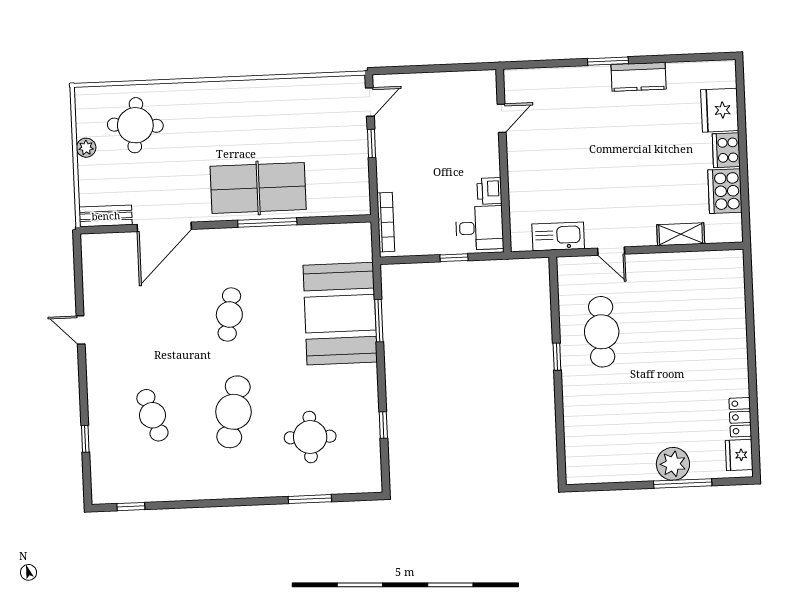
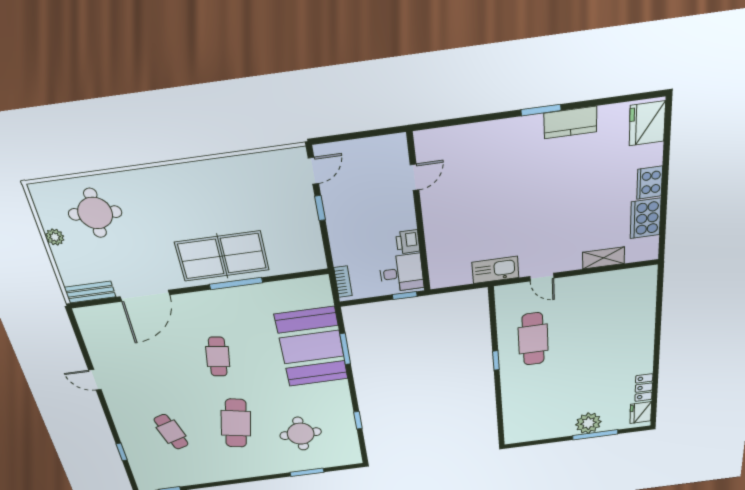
fridge: (720, 110) -> (647, 123), moved
door: (502, 118) -> (415, 177), moved
wall: (503, 161) -> (419, 215), moved
printer: (489, 191) -> (408, 242), moved
bookcase: (386, 222) -> (343, 282), width x0.64
desk: (479, 228) -> (401, 273), moved

